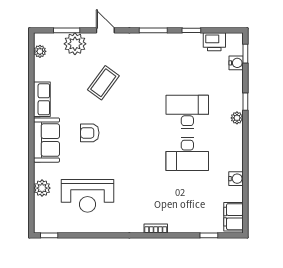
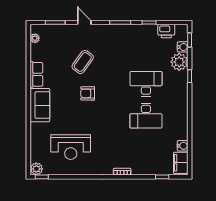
plant: (75, 44) -> (61, 33), removed
plant: (237, 118) -> (179, 62), moved, width x1.87, depth x1.87
armchair: (90, 133) -> (88, 93), moved
water cooler: (236, 179) -> (183, 146), moved
plant: (42, 188) -> (36, 169), moved

